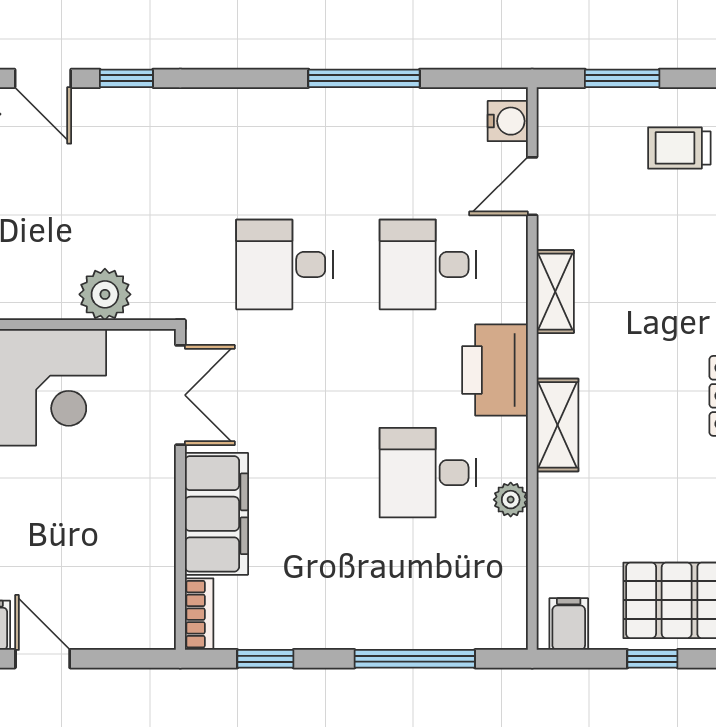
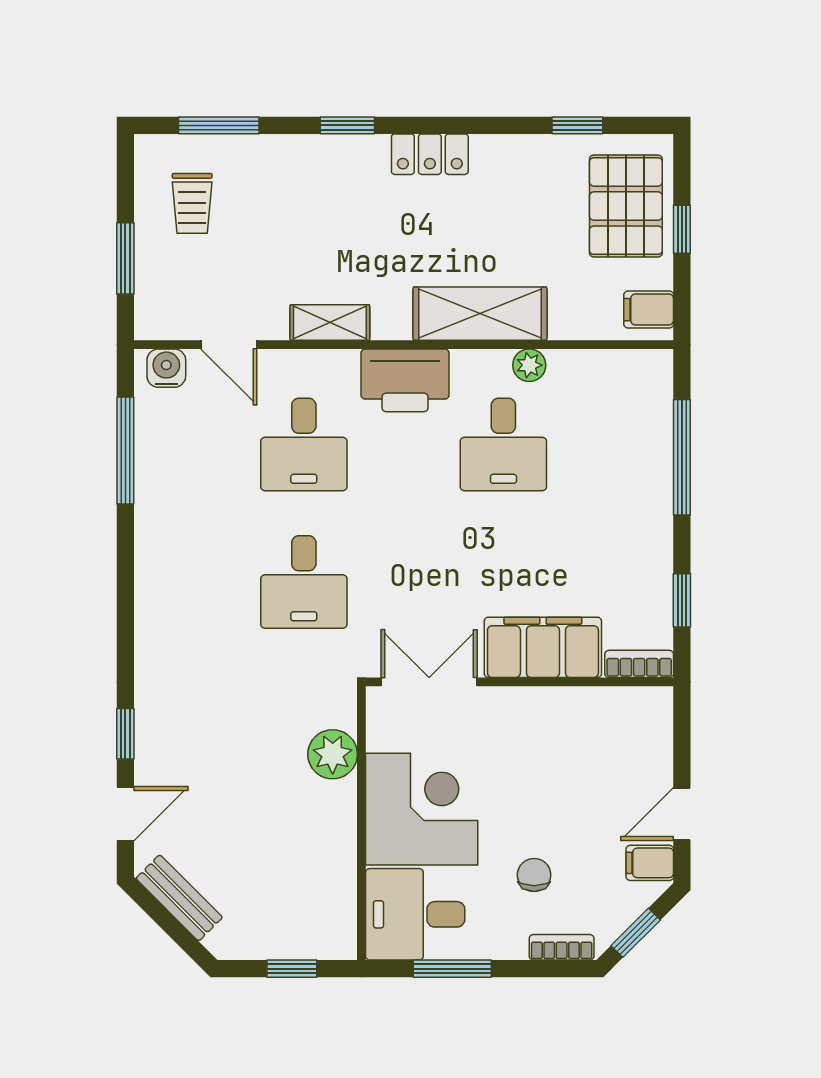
window: (364, 78) -> (125, 451), moved
shelving: (557, 425) -> (480, 314), width x1.50, depth x1.33

